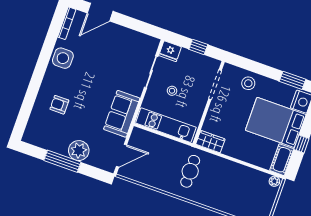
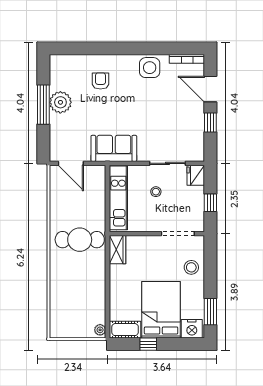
window: (129, 22) -> (210, 122), added
plant: (79, 151) -> (60, 102), moved
cafe table: (190, 171) -> (80, 240), width x1.37, depth x1.35

